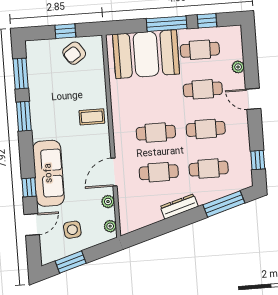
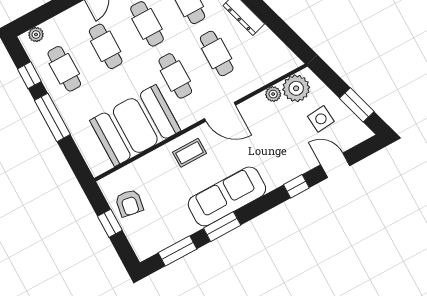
armchair: (74, 53) -> (129, 203), turned 44
booth: (146, 54) -> (135, 126), moved, turned 90
plant: (238, 67) -> (36, 34), moved
coffee table: (92, 117) -> (189, 153), turned 90
door: (114, 172) -> (220, 112), moved
sofa: (48, 173) -> (227, 196), moved
plant: (110, 226) -> (296, 88), width x1.87, depth x1.87

